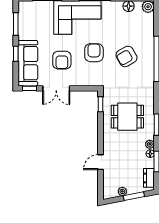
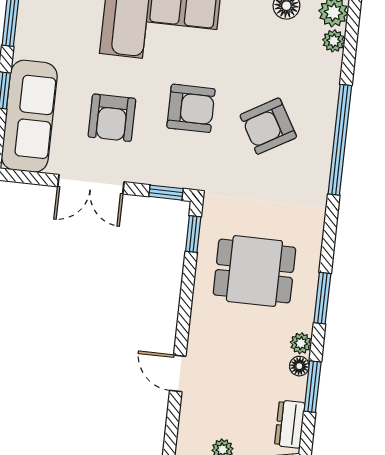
plant: (150, 18) -> (334, 41), added
armchair: (94, 53) -> (191, 108), turned 90
window: (29, 88) -> (166, 193), moved
door: (101, 162) -> (178, 373), hinge flipped

